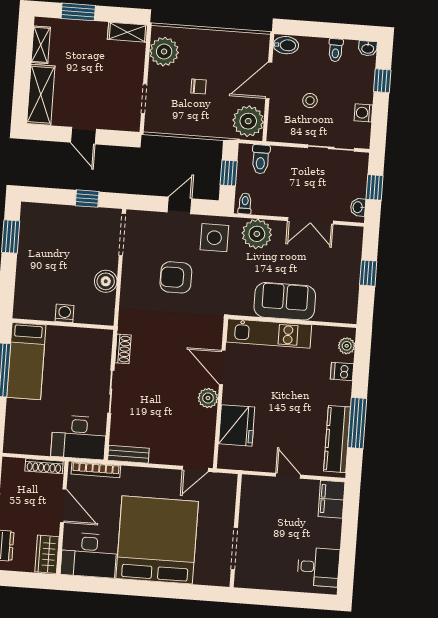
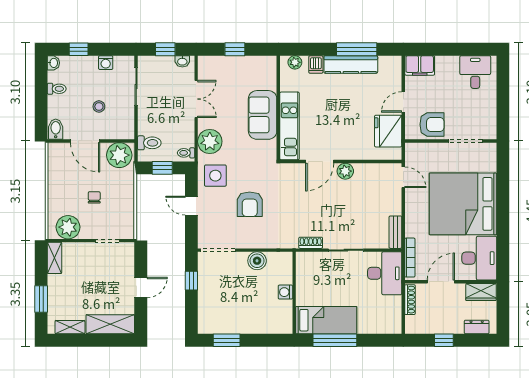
fridge: (237, 425) -> (388, 131), moved, turned -90
kitchen counter: (337, 439) -> (351, 64), moved
armchair: (258, 509) -> (432, 124), added

